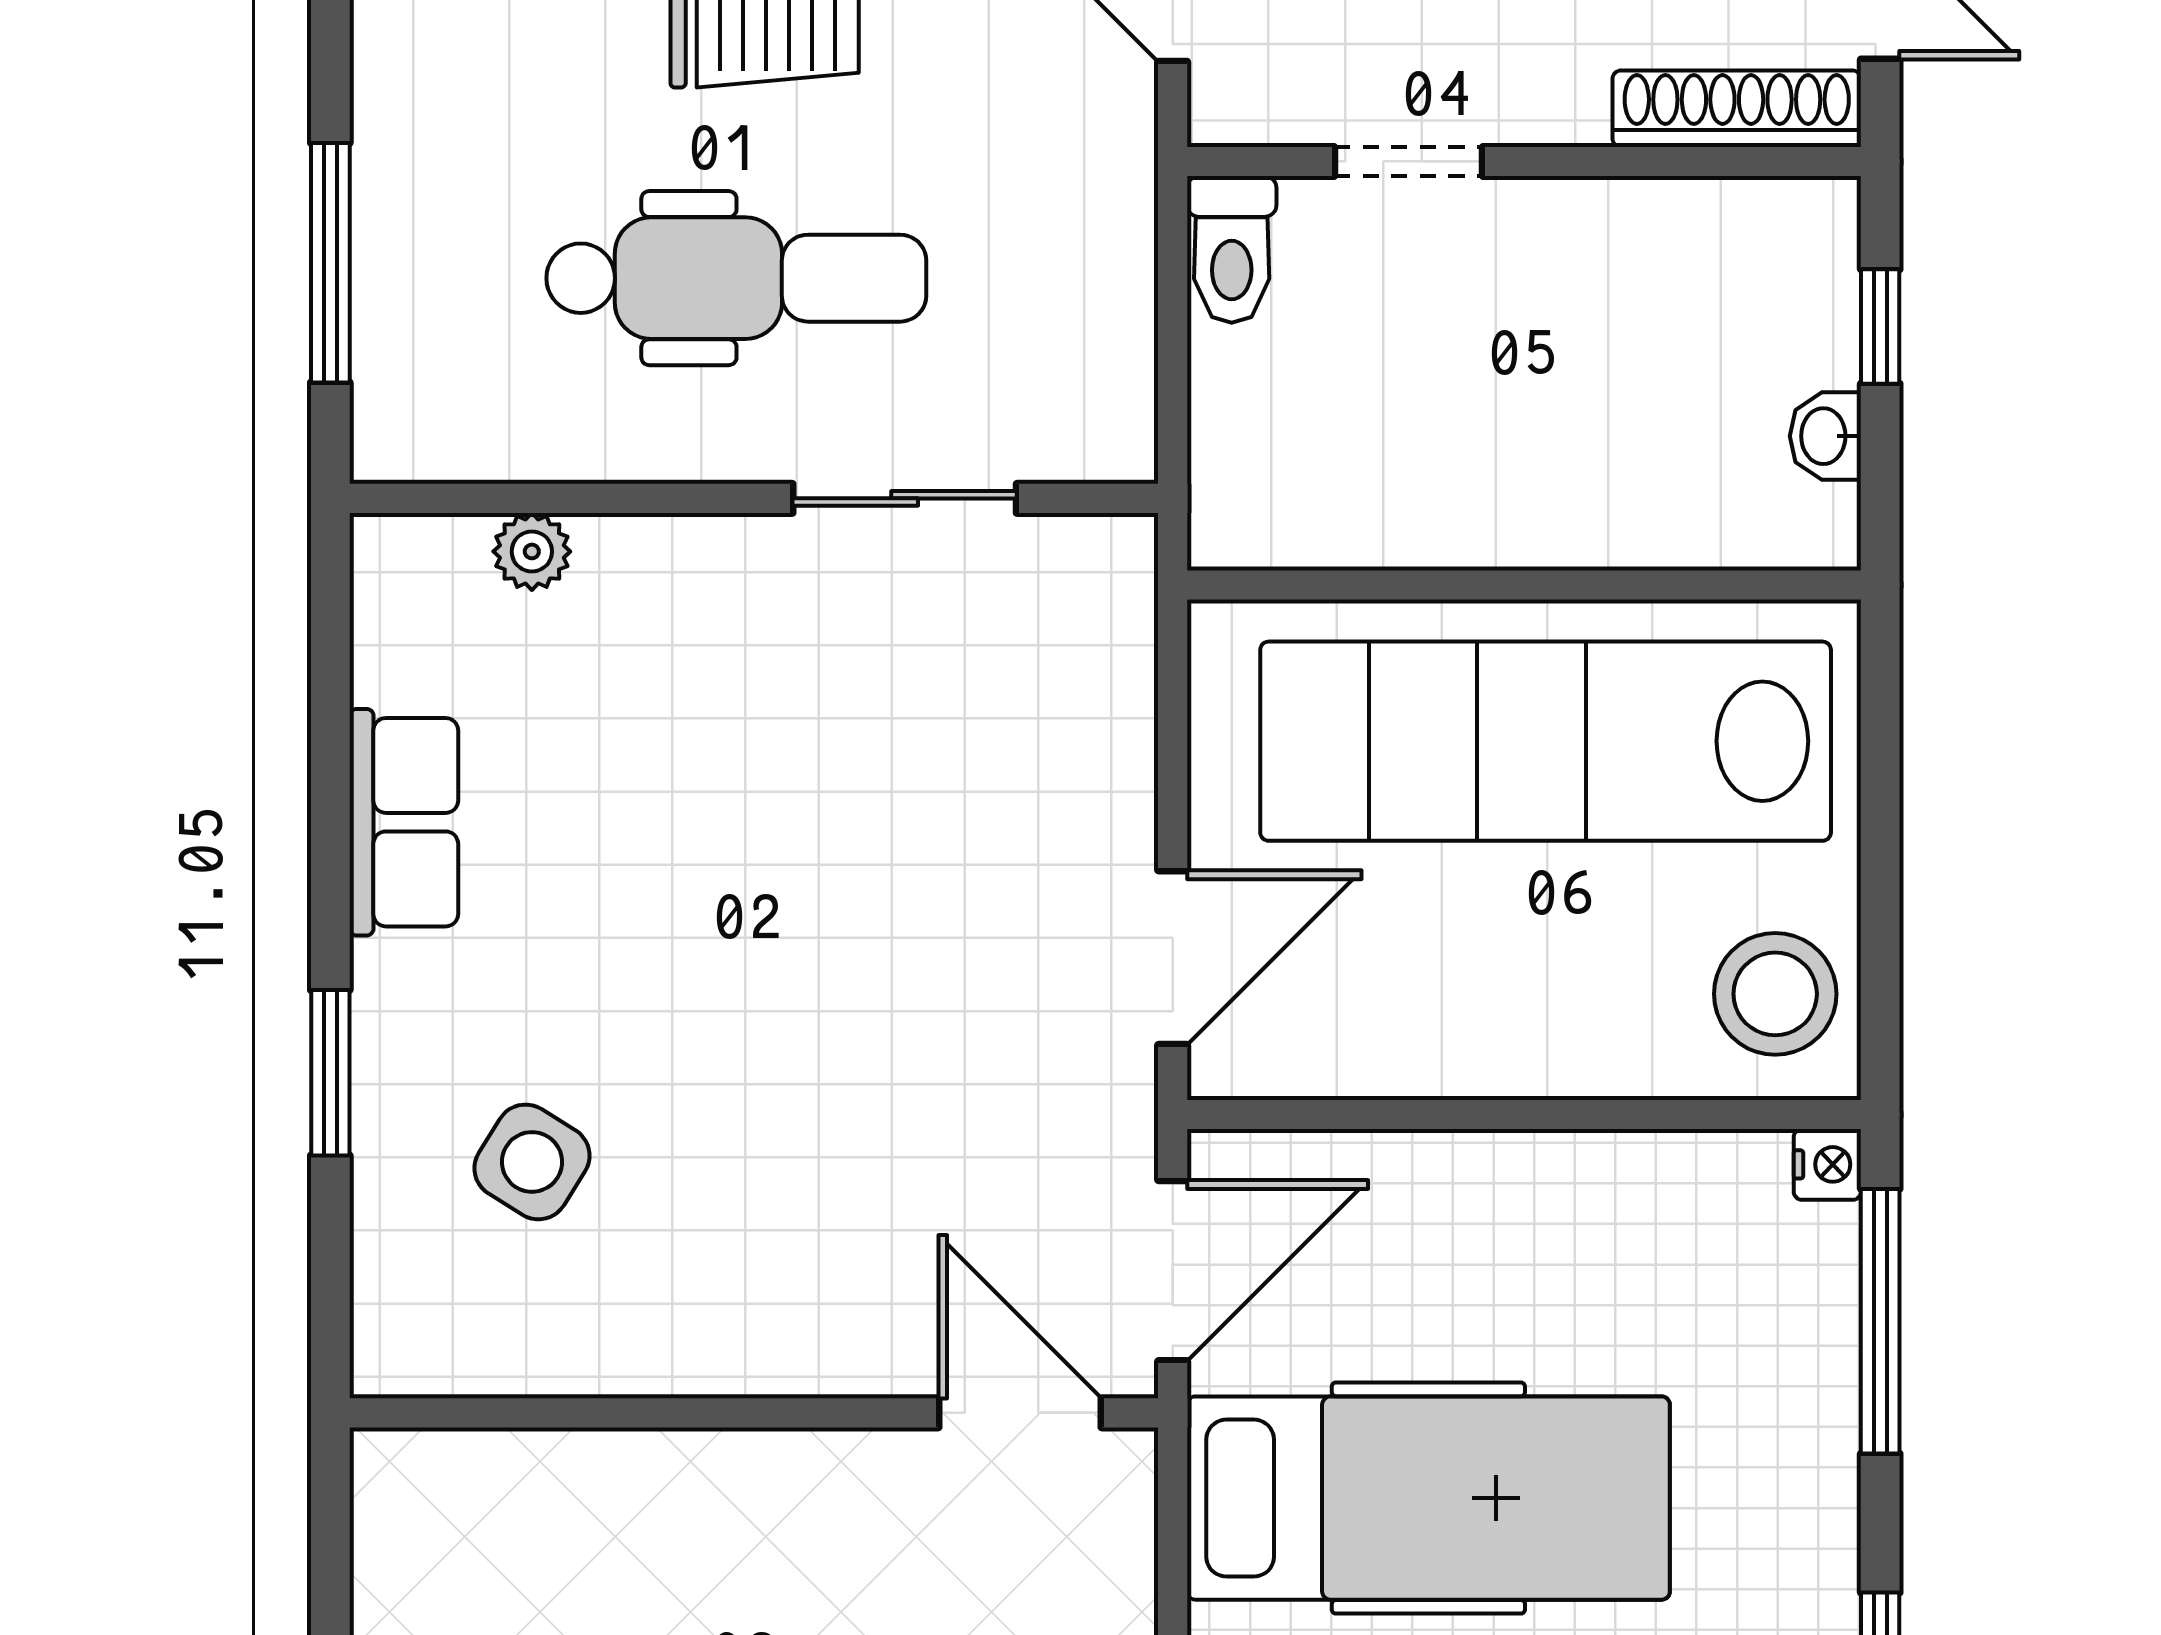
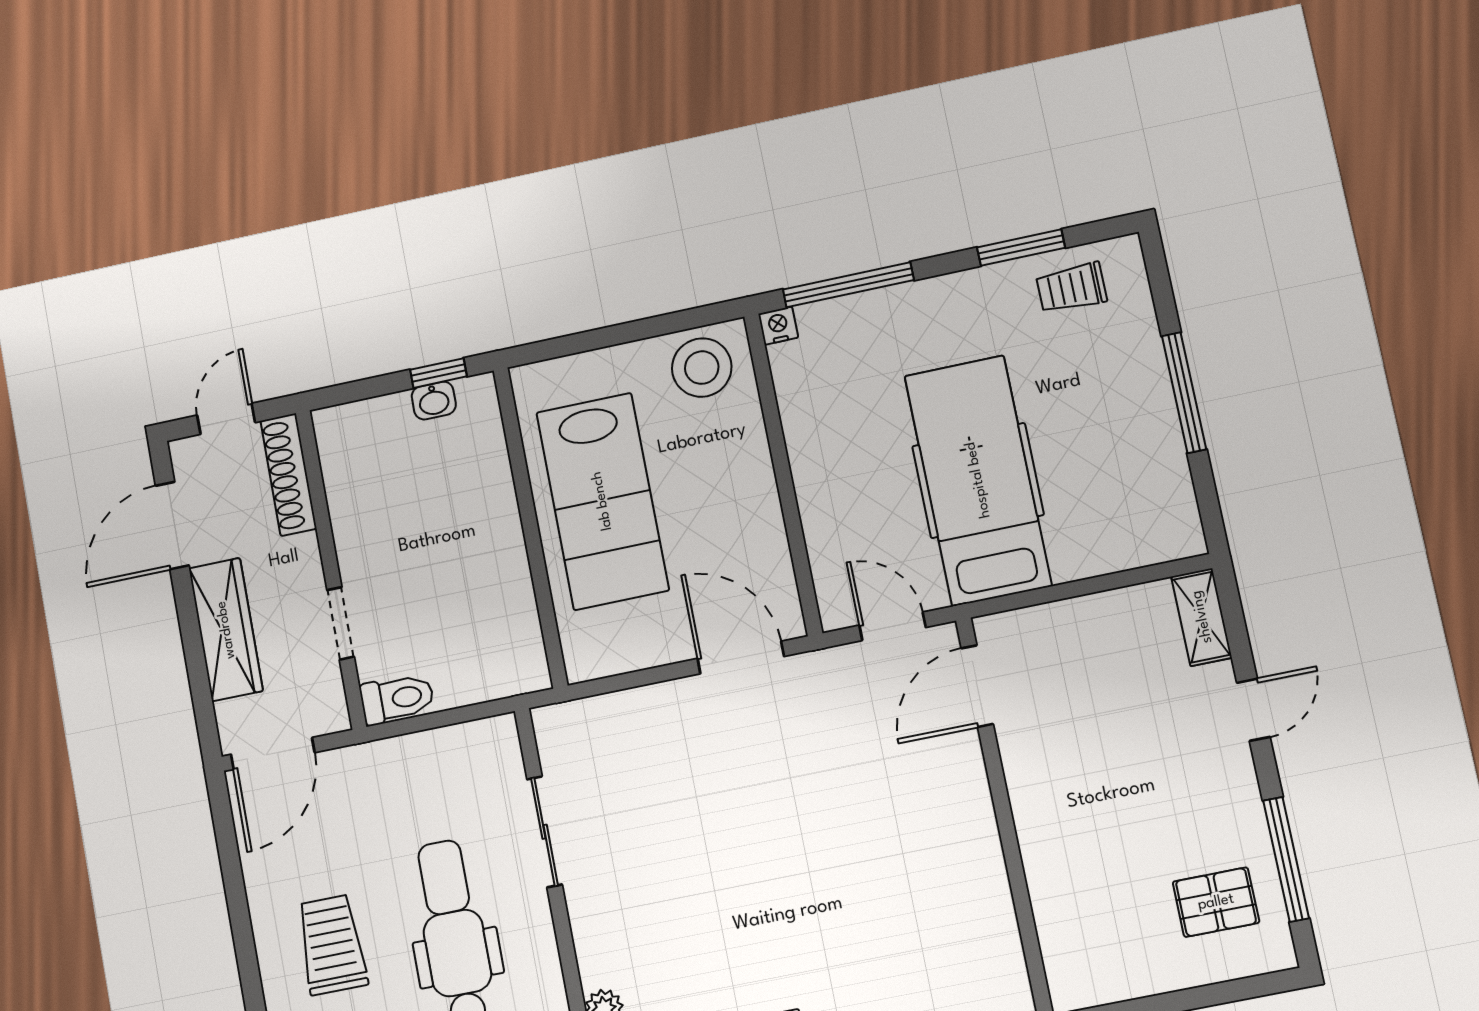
window: (1880, 327) -> (439, 373), moved
lab bench: (1546, 741) -> (602, 501), width x0.73
side table: (532, 1162) -> (903, 950), removed
door: (1173, 1271) -> (893, 626), width x0.73

